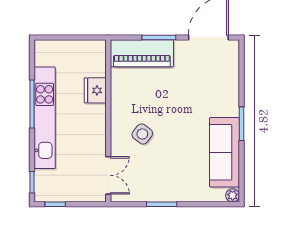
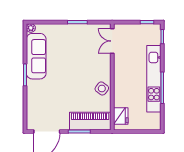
fridge: (95, 90) -> (121, 116), moved
side table: (142, 134) -> (102, 88), moved

